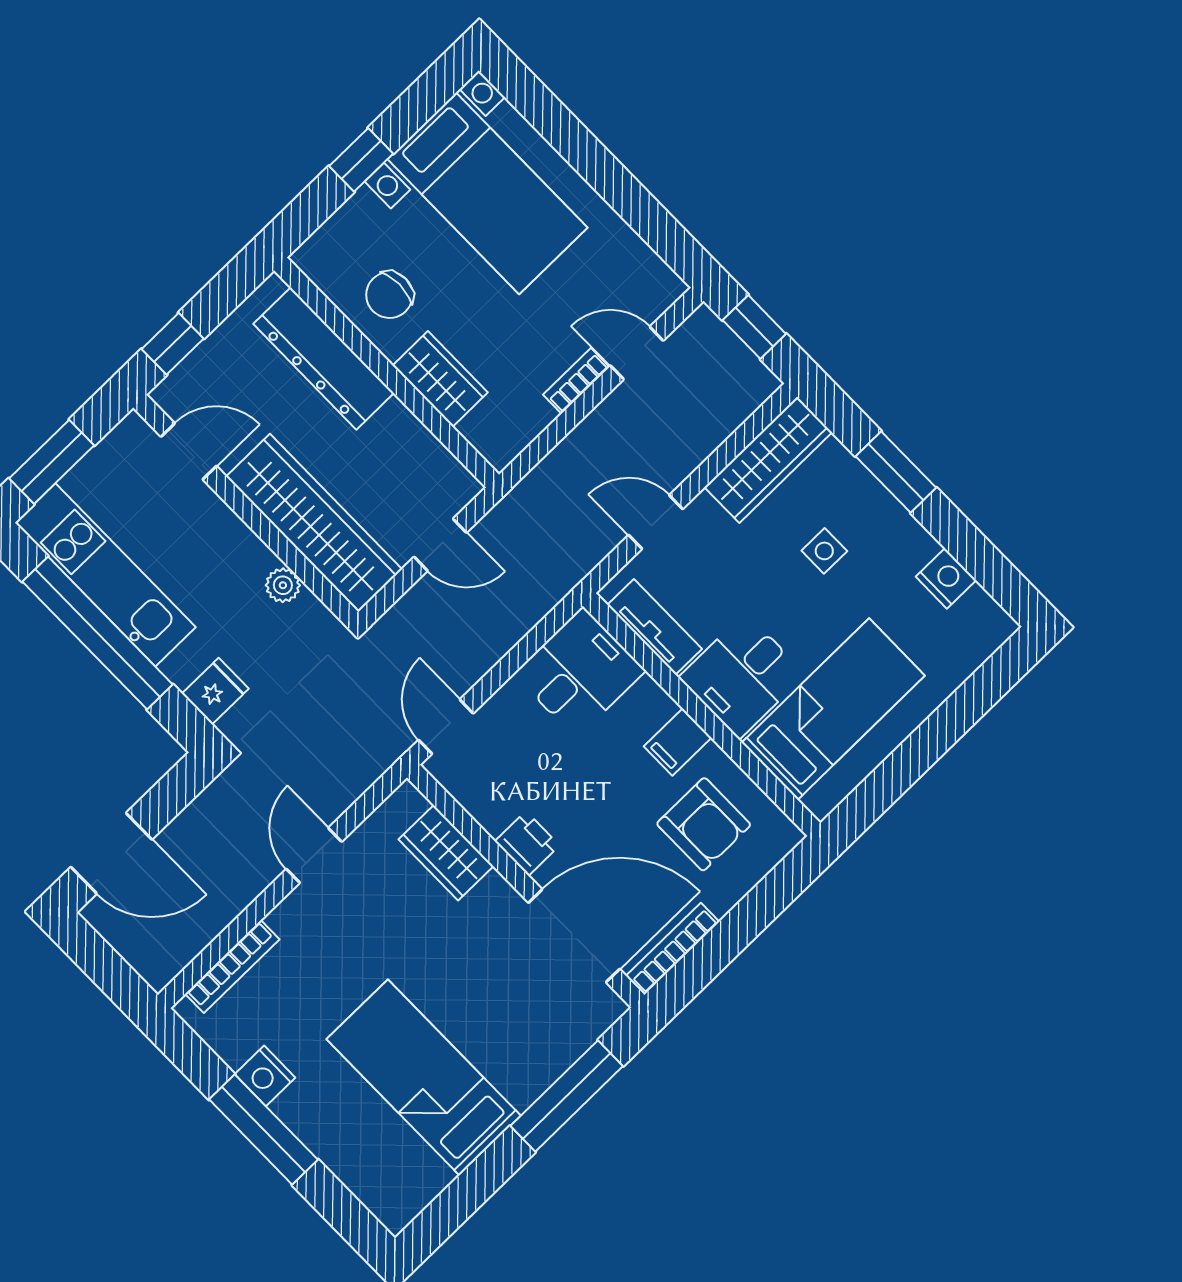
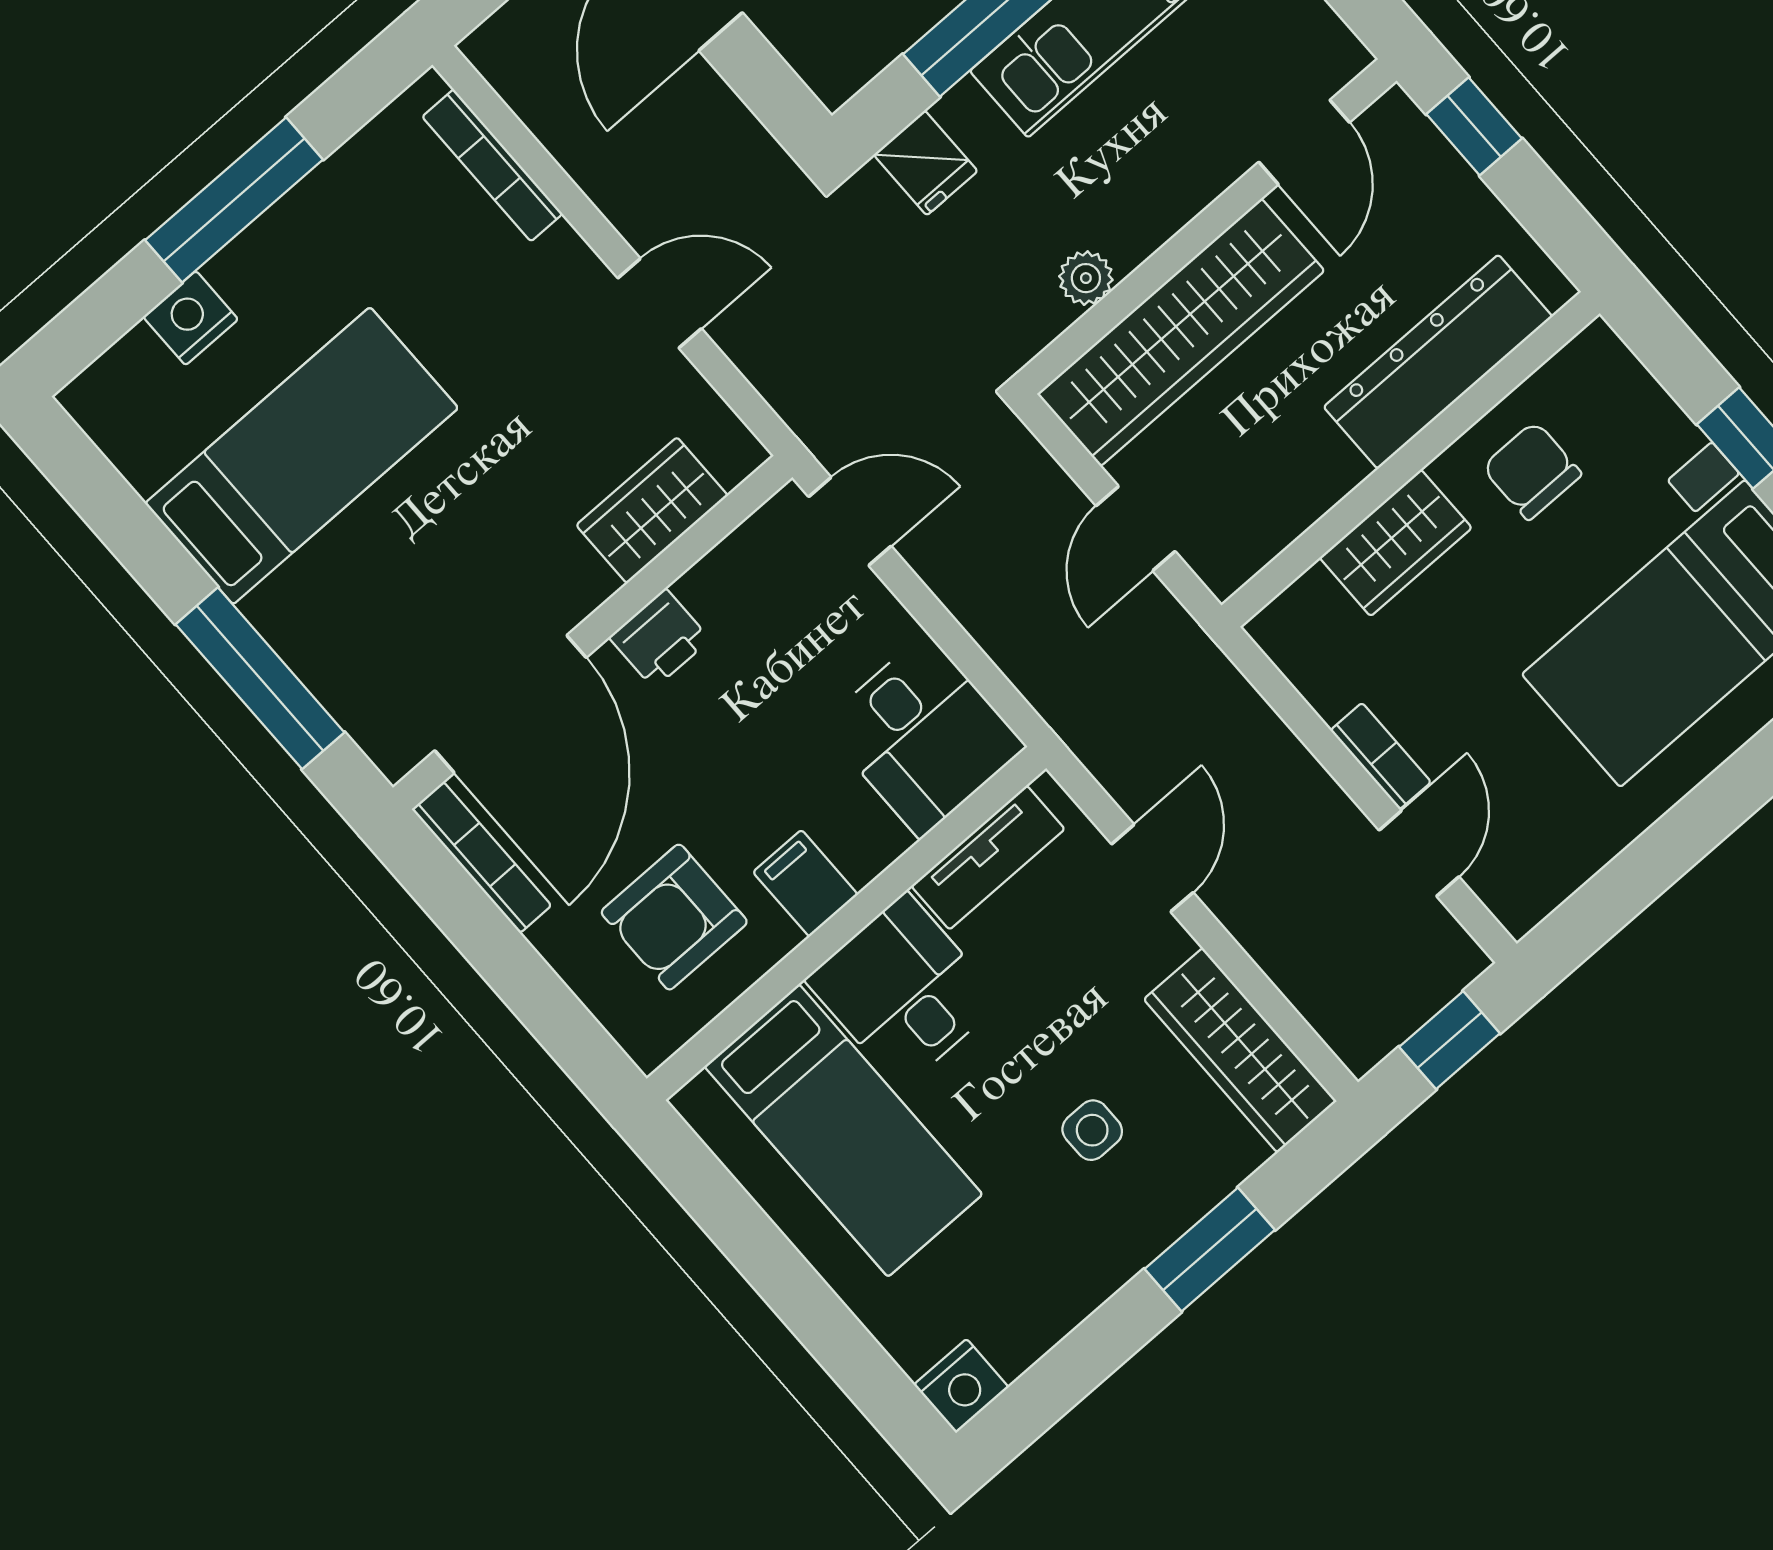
nightstand: (946, 578) -> (961, 1386), moved
nightstand: (265, 1076) -> (191, 318), moved

